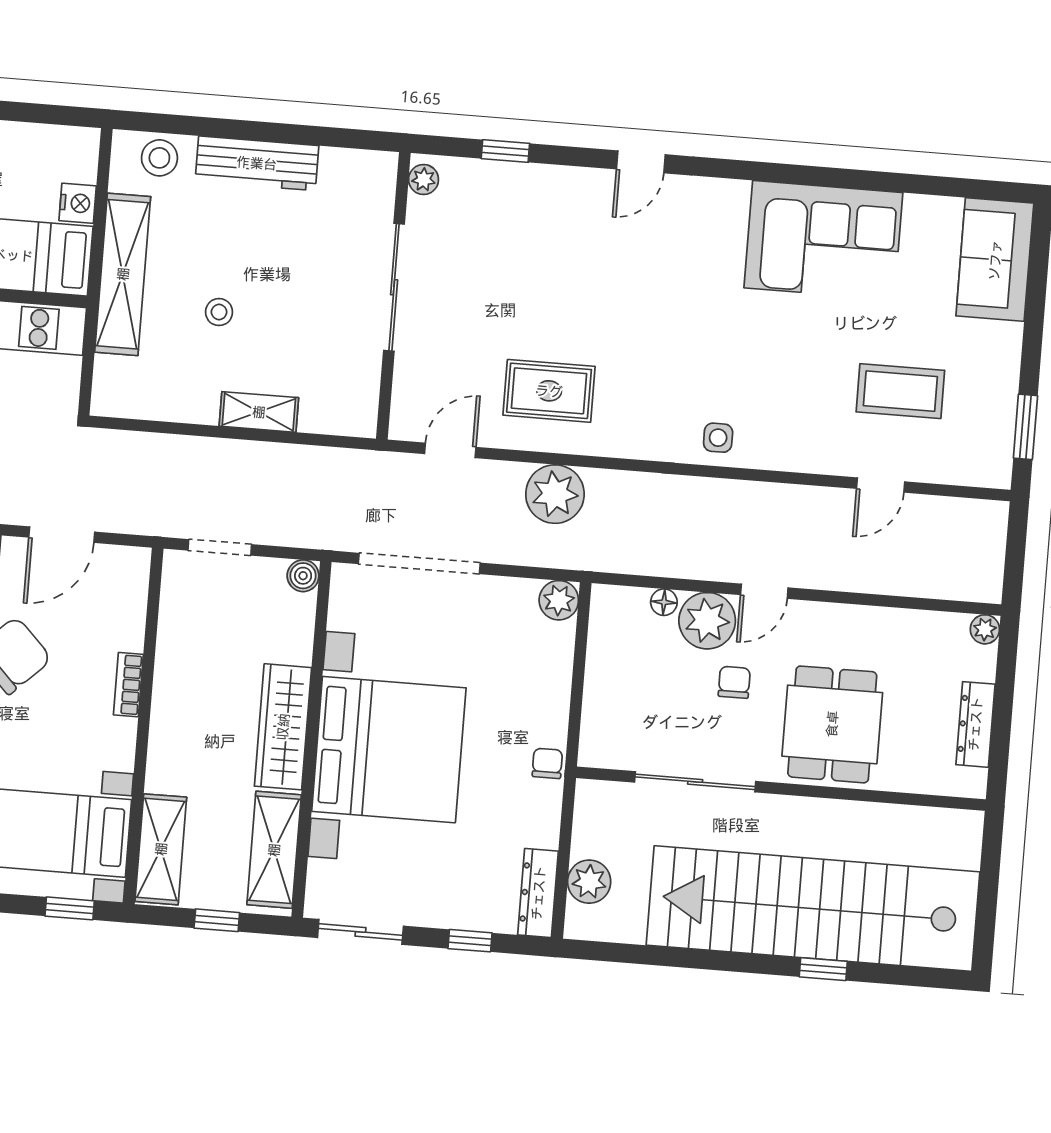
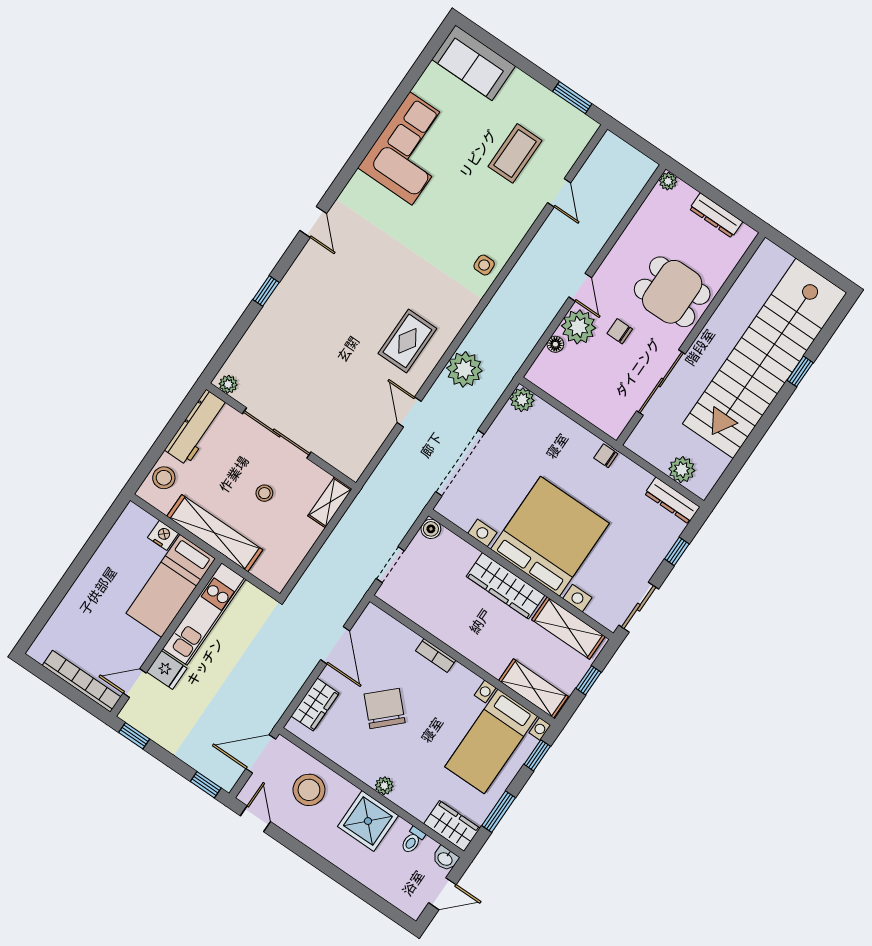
plant: (424, 180) -> (228, 384), moved
sliding door: (394, 287) -> (277, 433), moved
wall: (393, 296) -> (281, 436), moved

